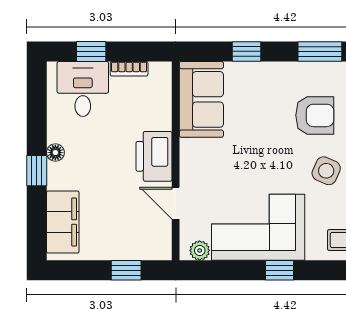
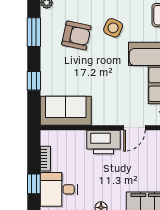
armchair: (315, 115) -> (76, 35), turned 102

